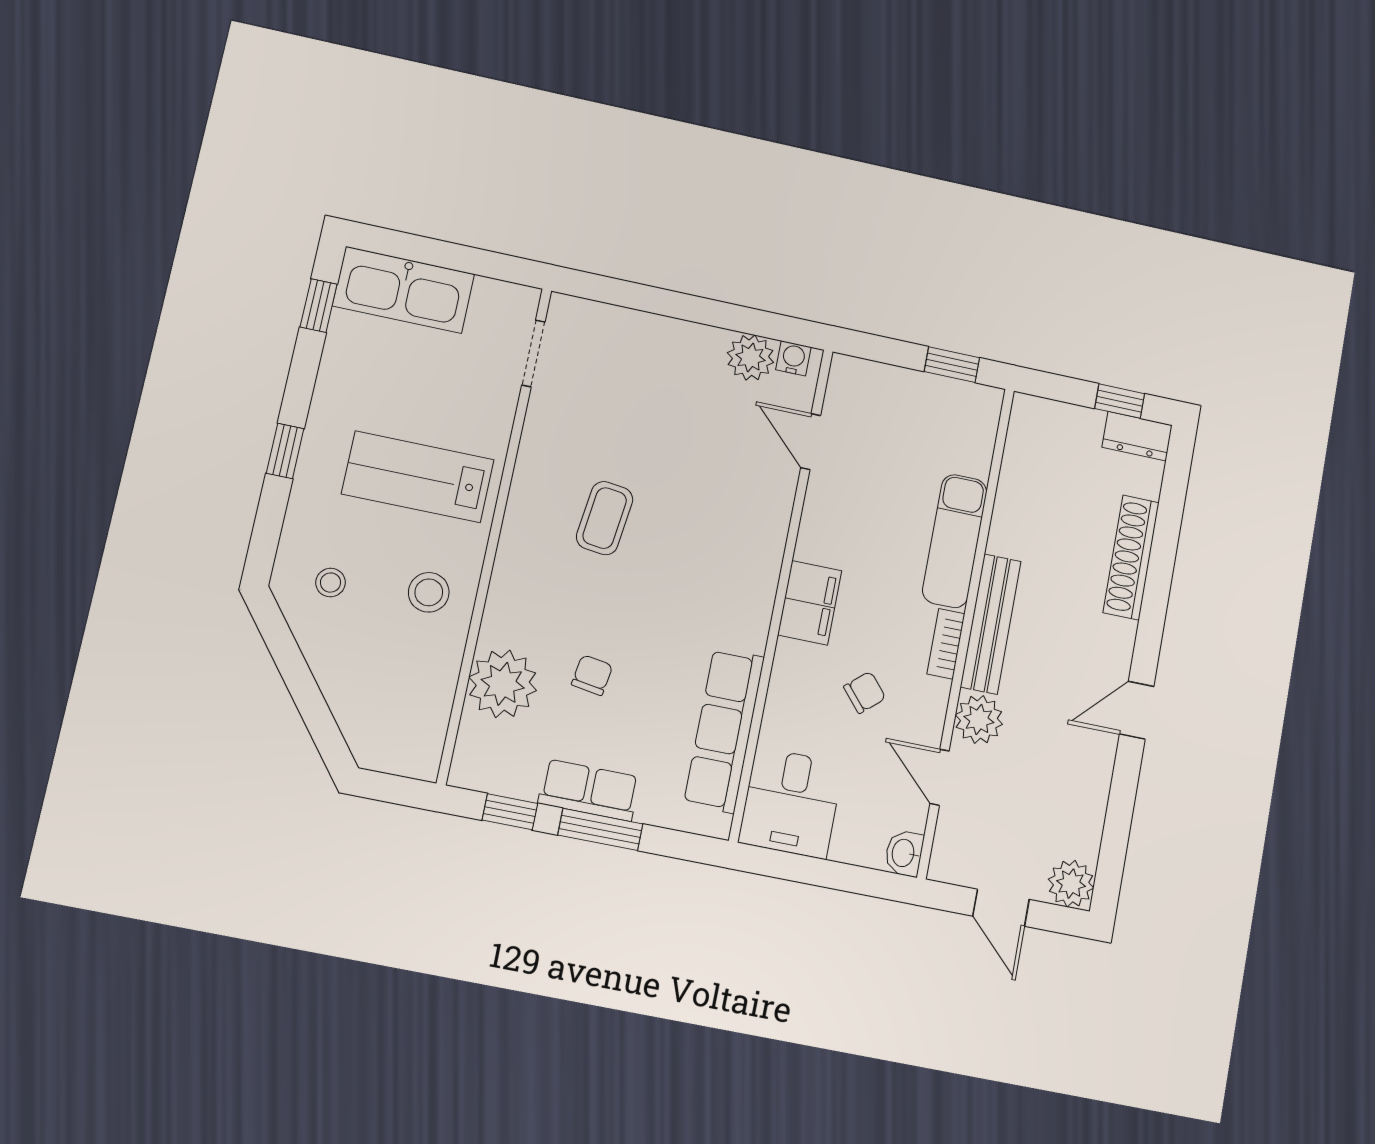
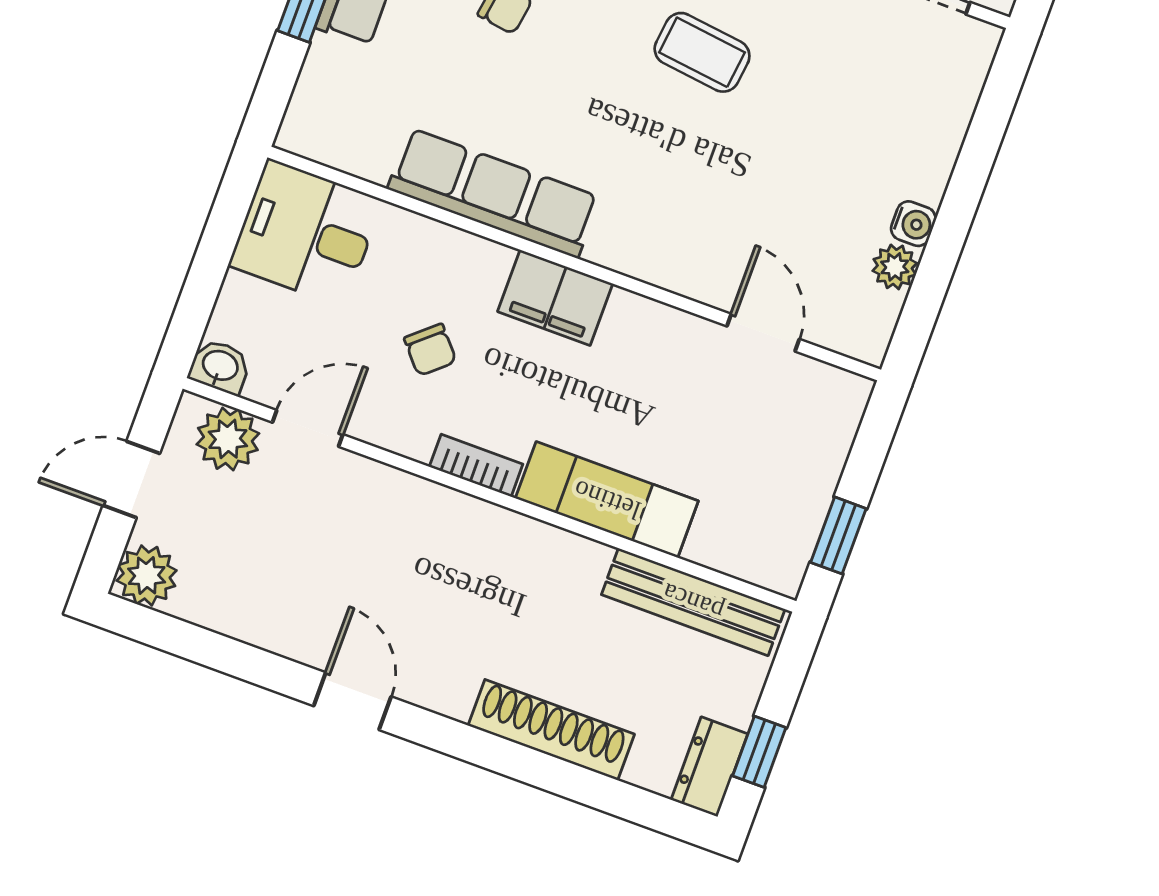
plant: (750, 358) -> (895, 267), width x0.73, depth x0.73
water cooler: (793, 358) -> (913, 224), moved
door: (811, 442) -> (763, 333), hinge flipped
bench: (991, 624) -> (693, 602), moved
plant: (979, 720) -> (228, 439), moved
row of seats: (724, 730) -> (494, 193), moved

